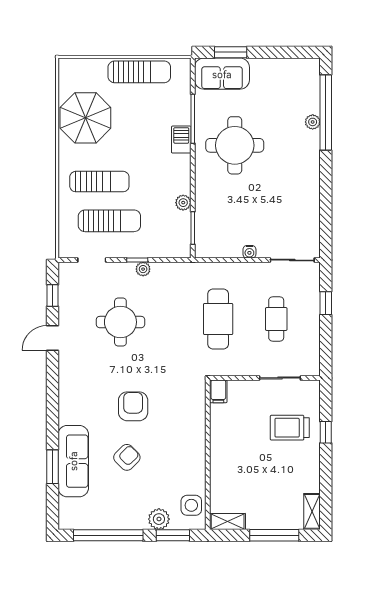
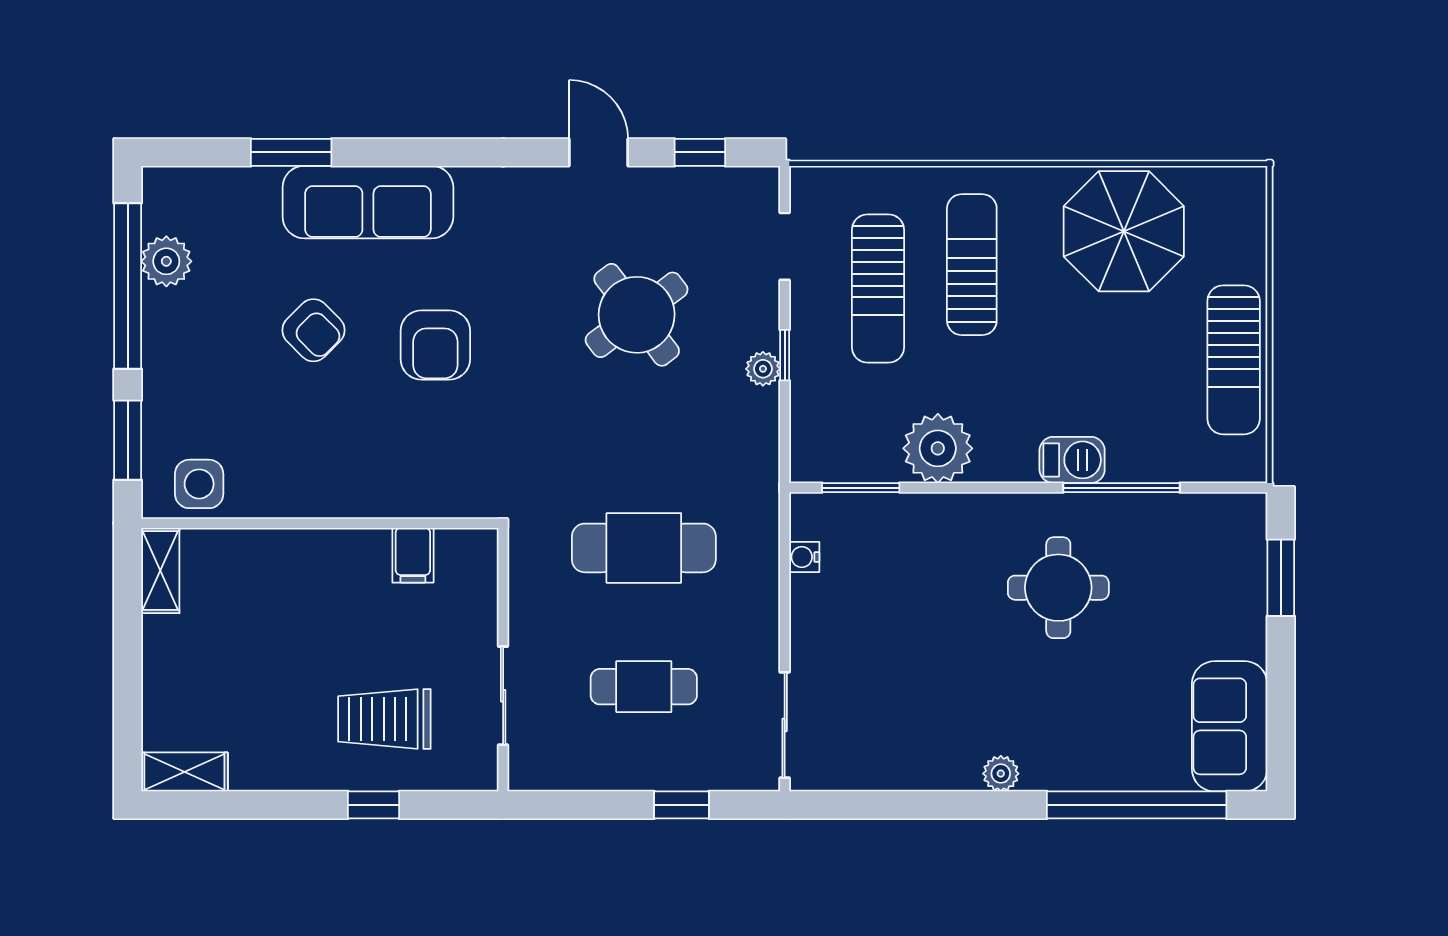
sofa: (222, 74) -> (1230, 726), moved
plant: (313, 122) -> (1001, 774), moved
round table: (235, 145) -> (1058, 588), width x0.73, depth x0.73
sun lounger: (99, 182) -> (972, 265), turned 180
plant: (183, 203) -> (938, 448), width x1.87, depth x1.87
water cooler: (249, 252) -> (804, 557), moved
round table: (120, 322) -> (637, 315), turned -37
filing cabinet: (218, 391) -> (413, 555), moved, turned -90
armchair: (133, 406) -> (435, 345), turned 90
trolley: (290, 428) -> (384, 719), turned -90
sofa: (73, 461) -> (368, 202), moved
plant: (159, 519) -> (166, 261), moved
window: (274, 535) -> (128, 682), removed

